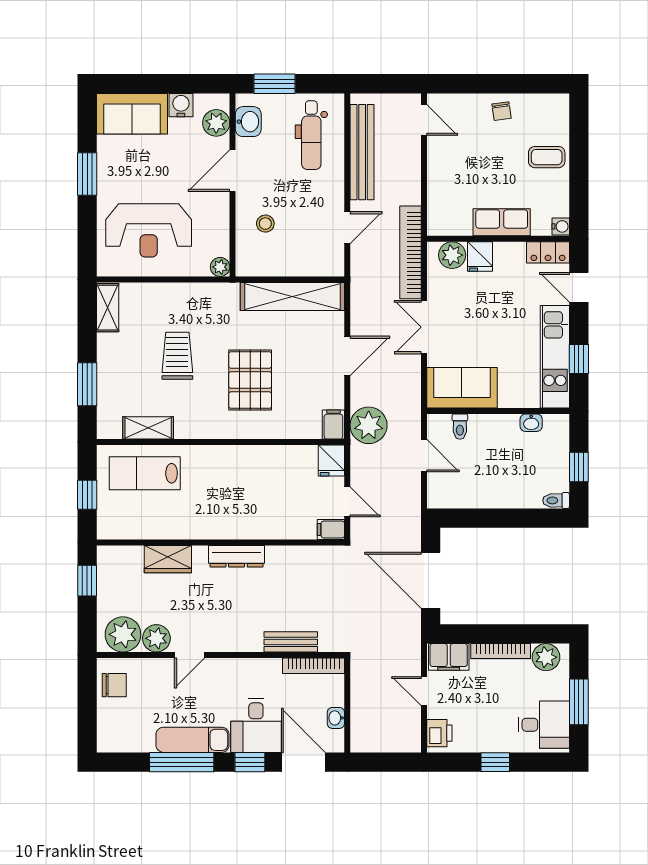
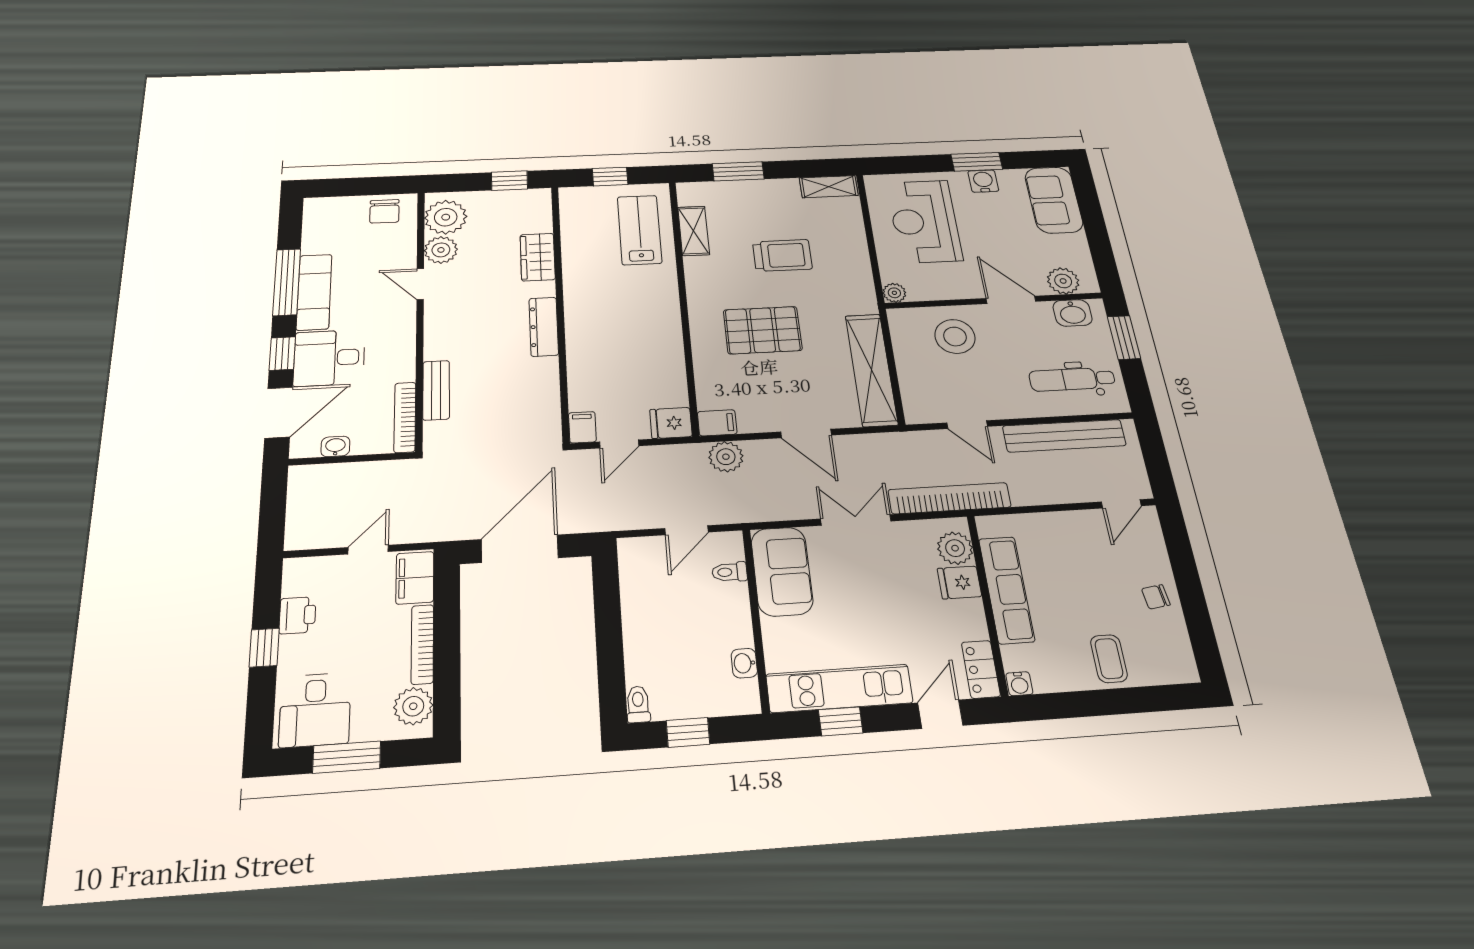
water cooler: (181, 105) -> (983, 181), moved, turned -90
row of seats: (502, 222) -> (1007, 590), width x1.48
stool: (265, 224) -> (955, 336), width x1.89, depth x1.89
plant: (369, 425) -> (726, 457), width x0.73, depth x0.73
printer: (439, 733) -> (297, 615), moved, turned -90

